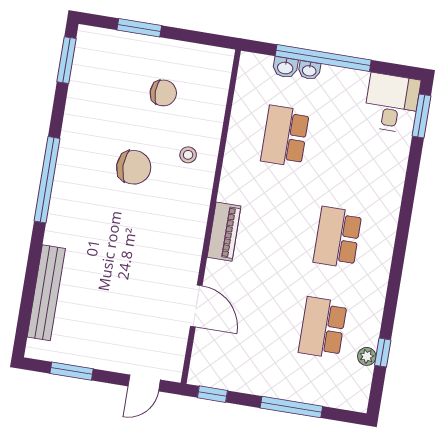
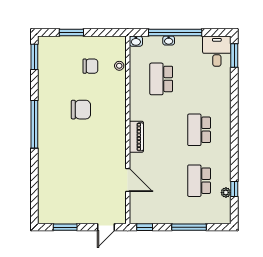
washbasin: (285, 67) -> (136, 41), moved
stool: (188, 155) -> (119, 66), moved
bench: (46, 293) -> (44, 186), removed

